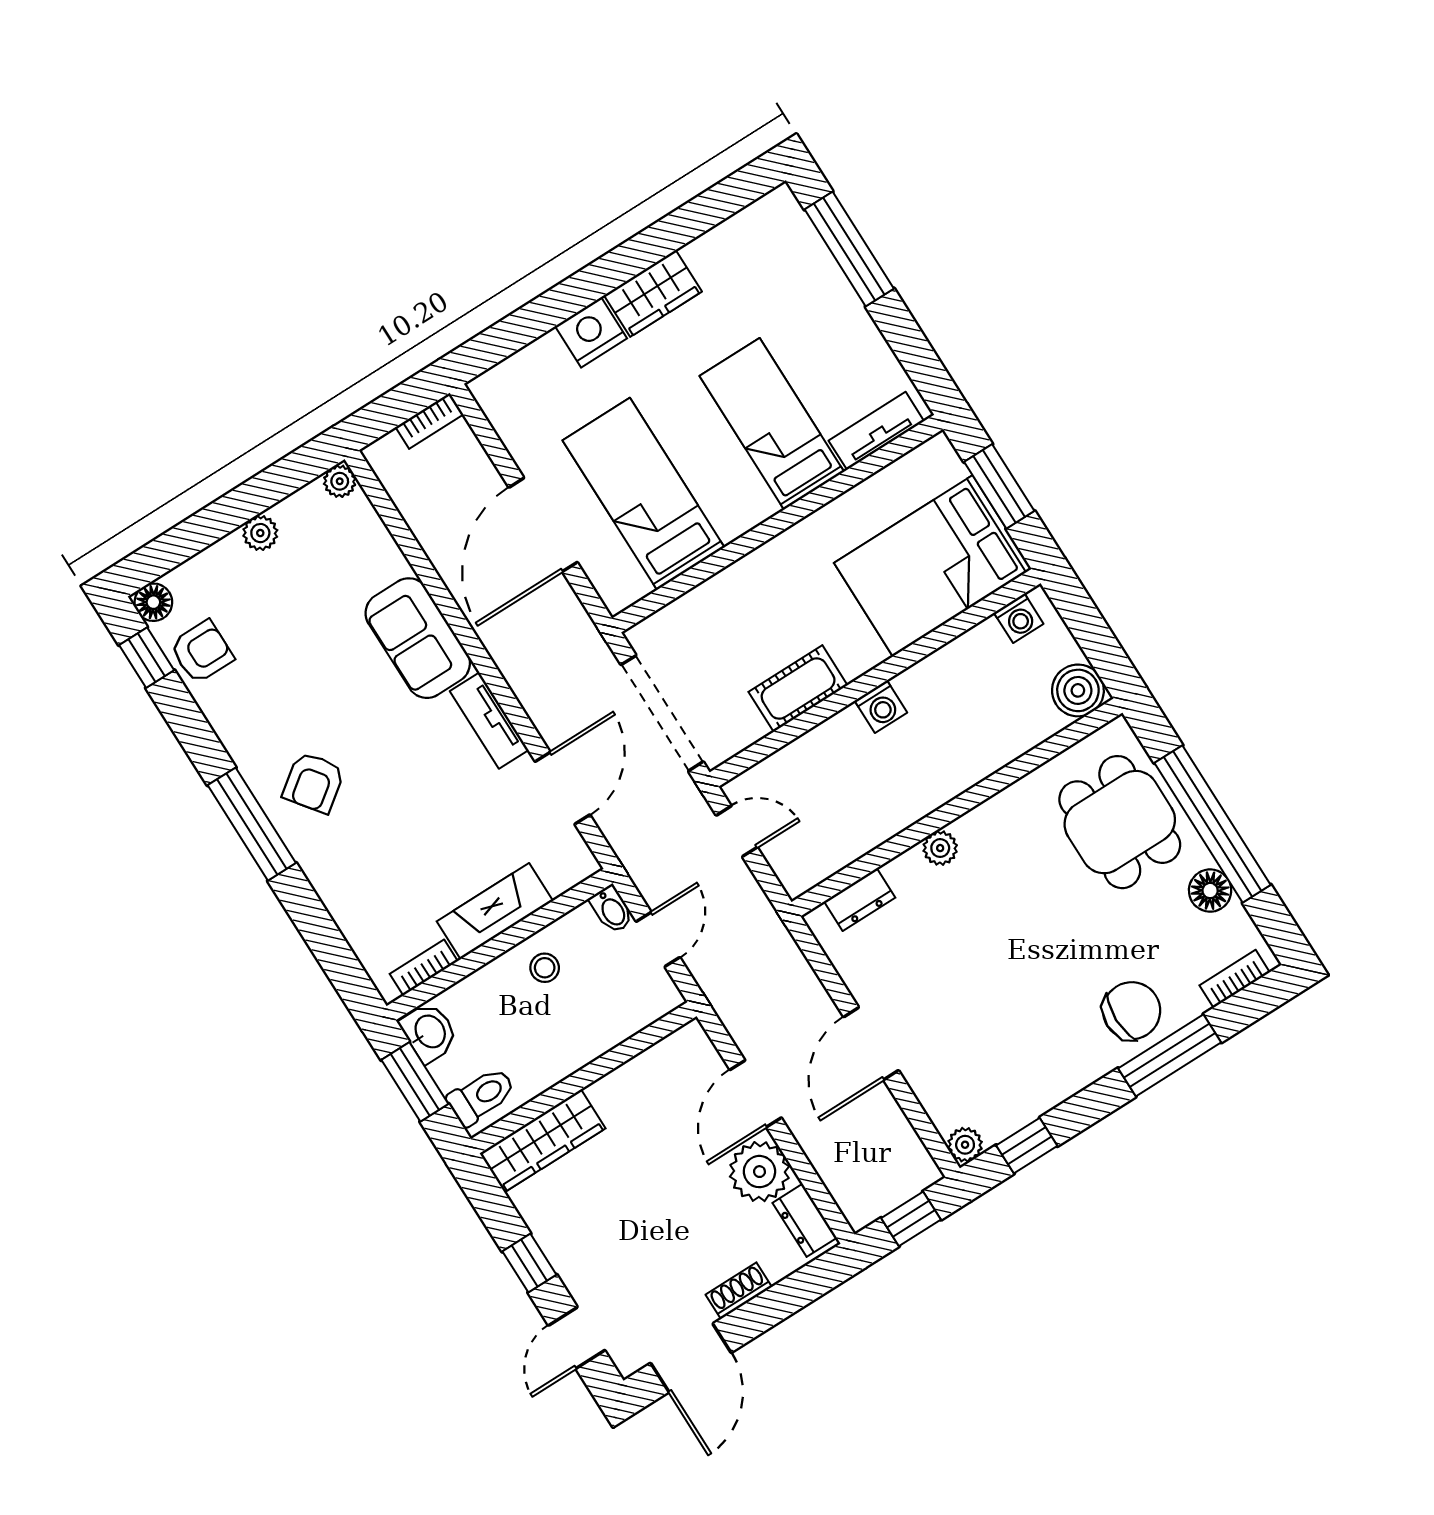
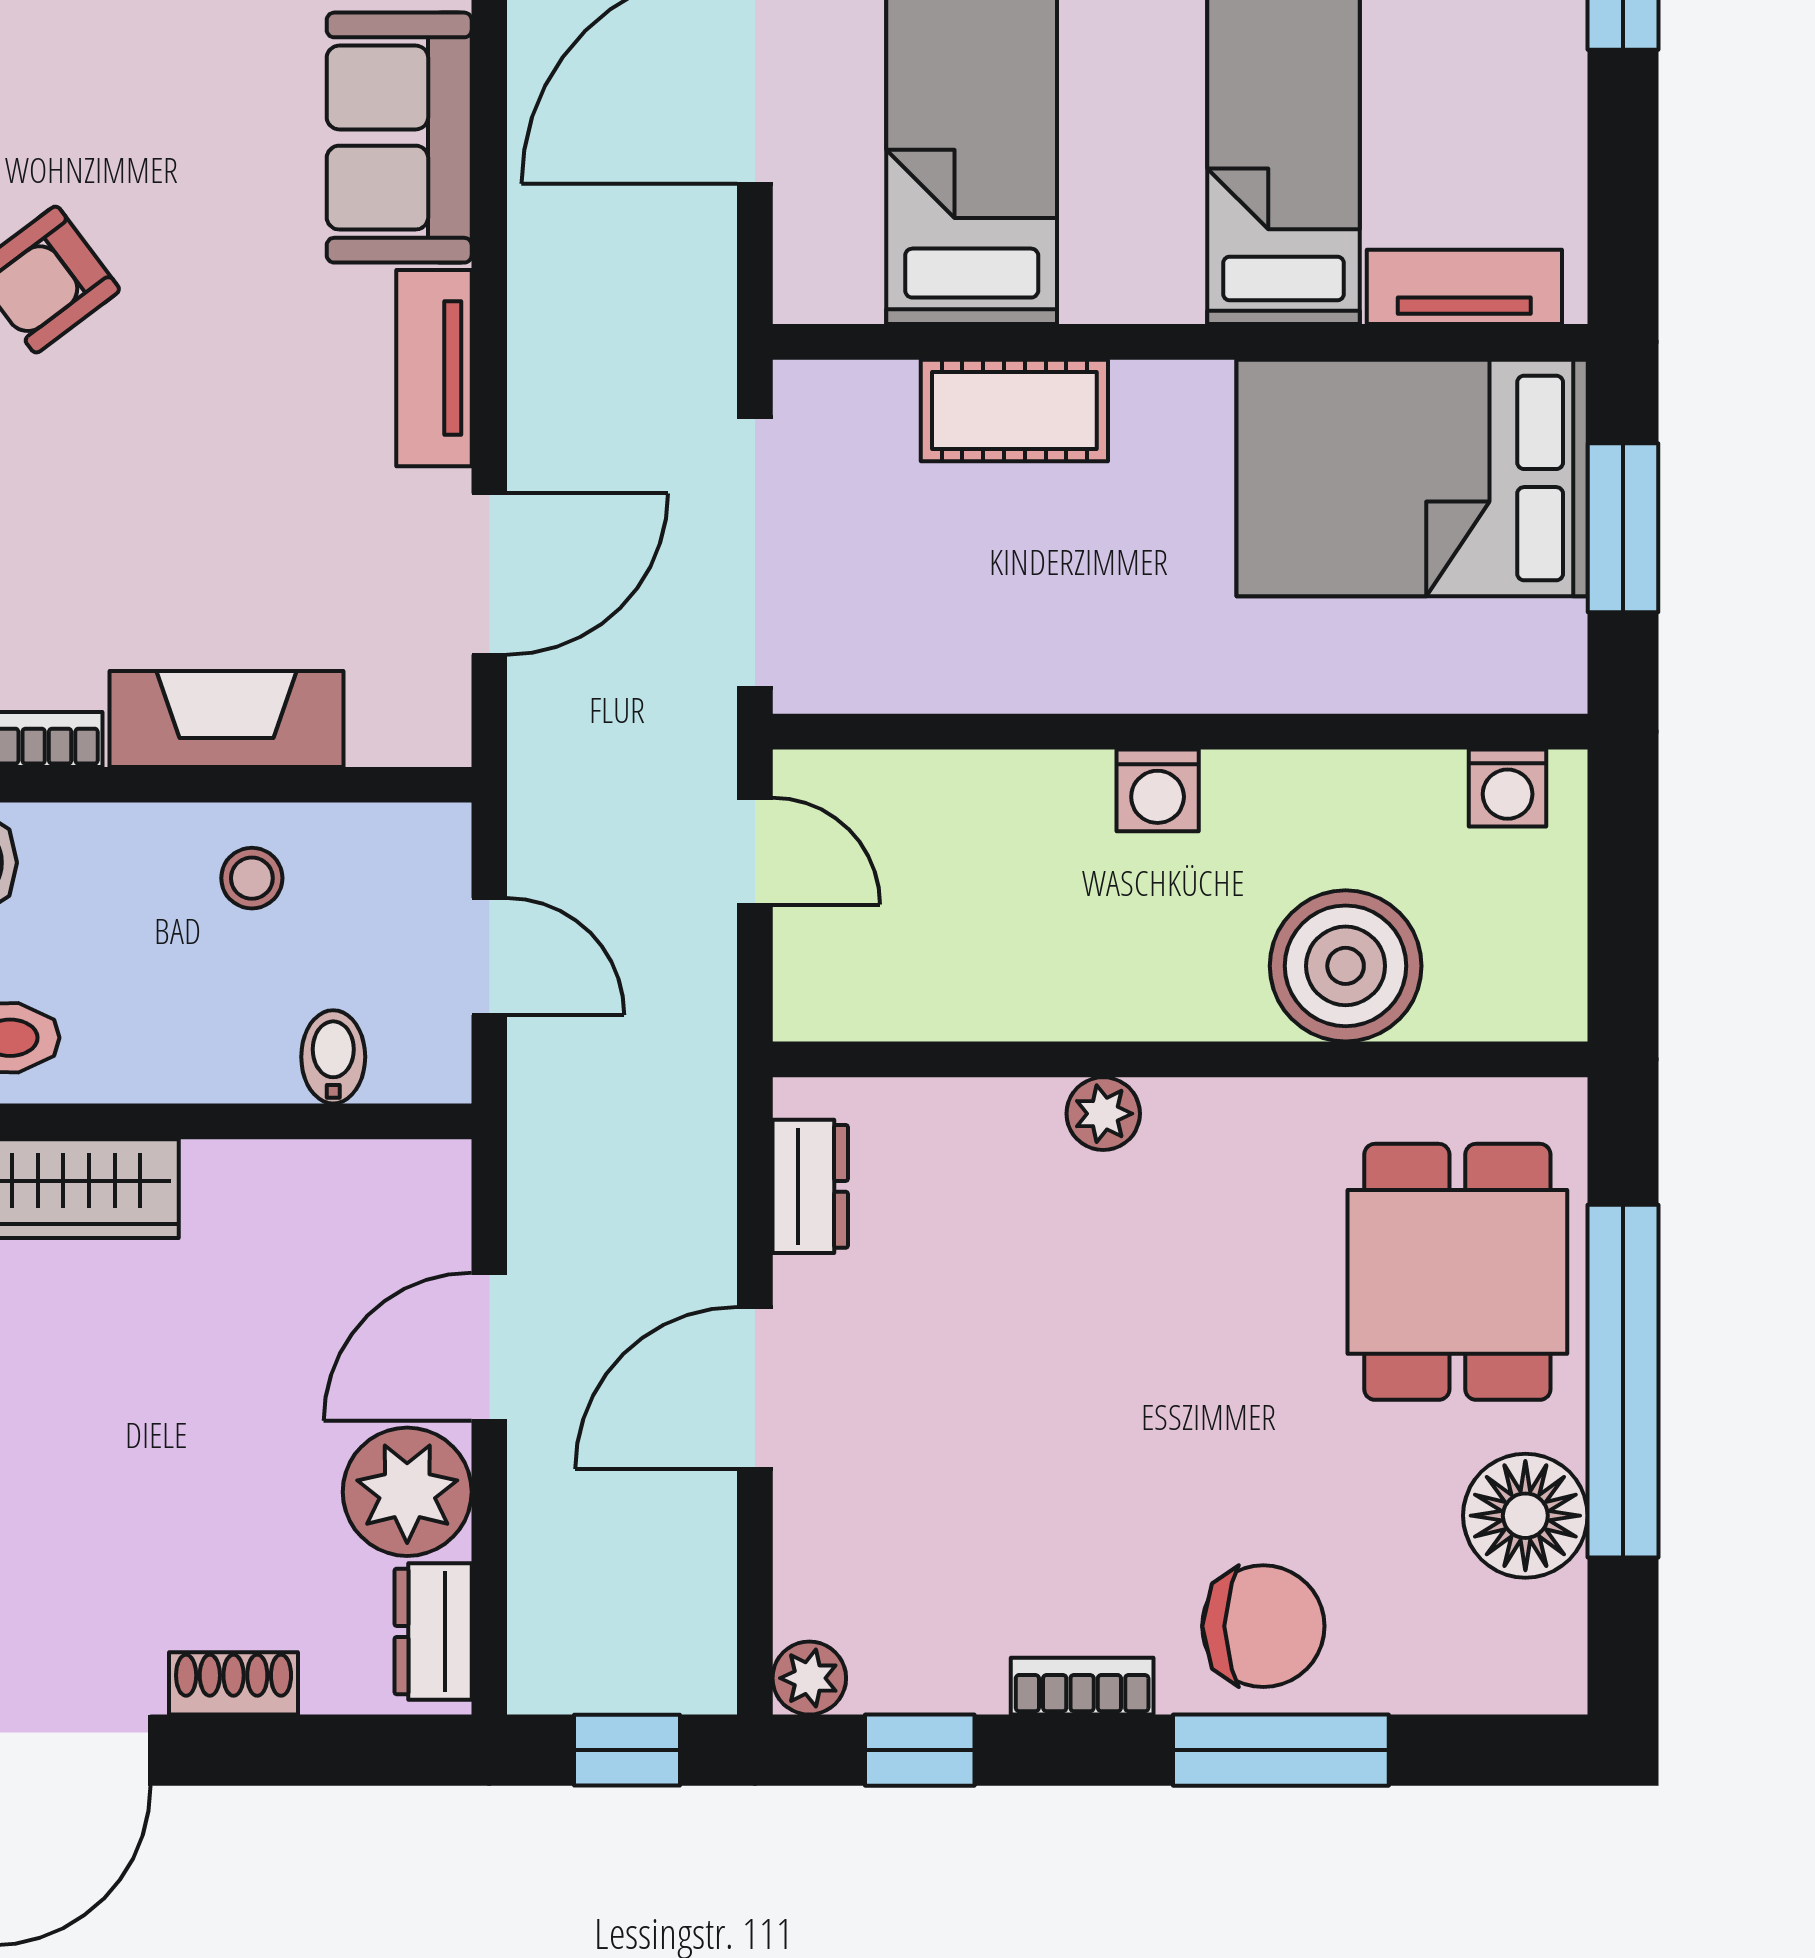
bed: (933, 566) -> (1412, 478), moved
cot: (798, 689) -> (1014, 410), moved
boiler: (1078, 690) -> (1346, 966), moved, width x1.37, depth x1.37
floor lamp: (1210, 891) -> (1525, 1516), width x1.38, depth x1.38
dresser: (860, 900) -> (810, 1186), moved, turned -90
bidet: (612, 909) -> (333, 1057), moved, turned 180
door: (658, 939) -> (489, 956), hinge flipped
bookcase: (1235, 979) -> (1082, 1686), moved

